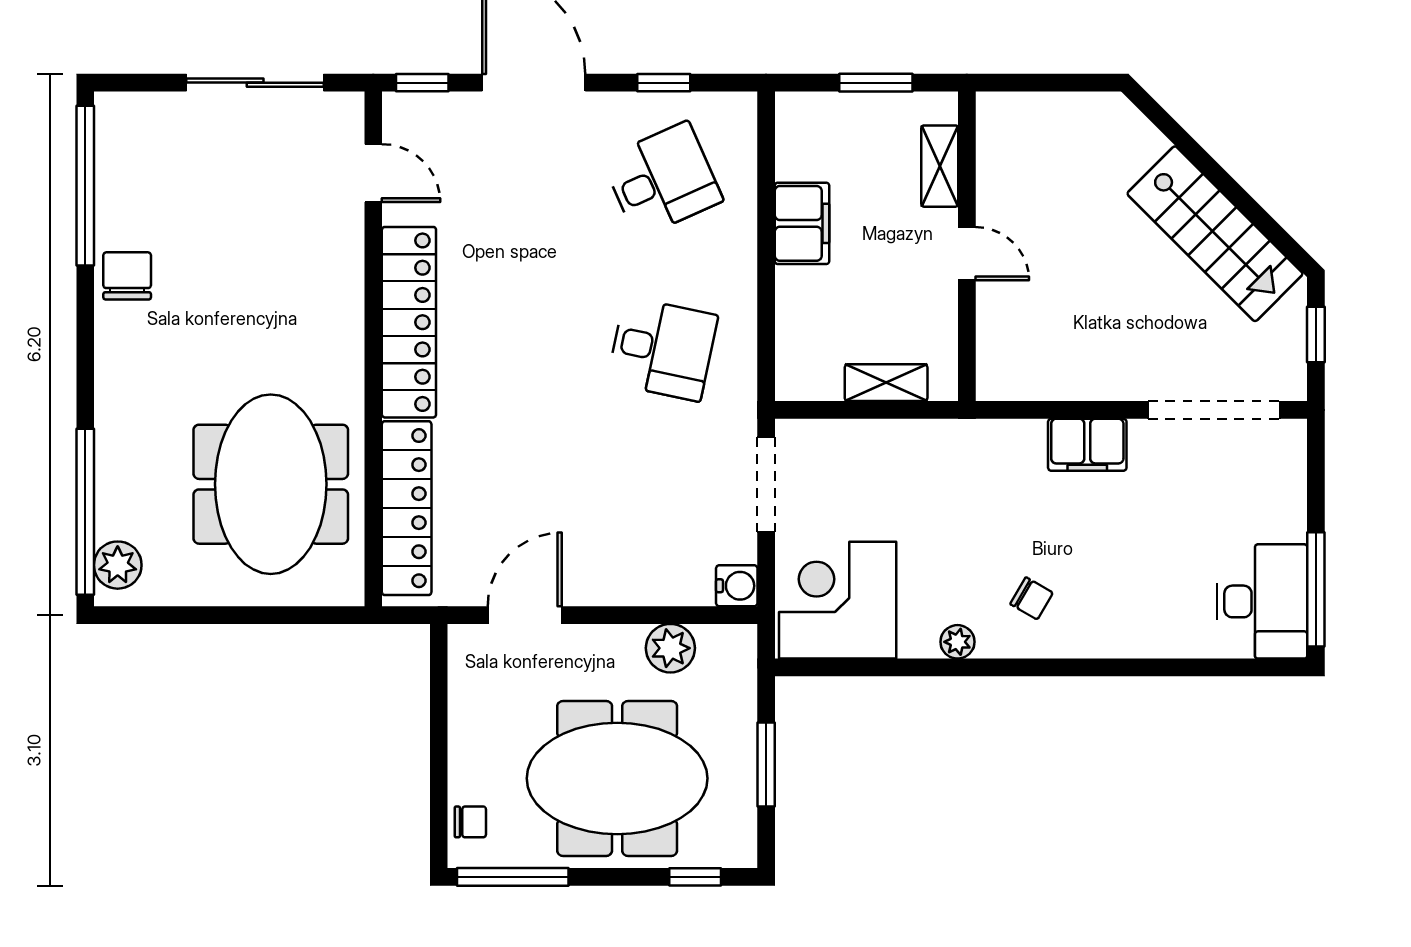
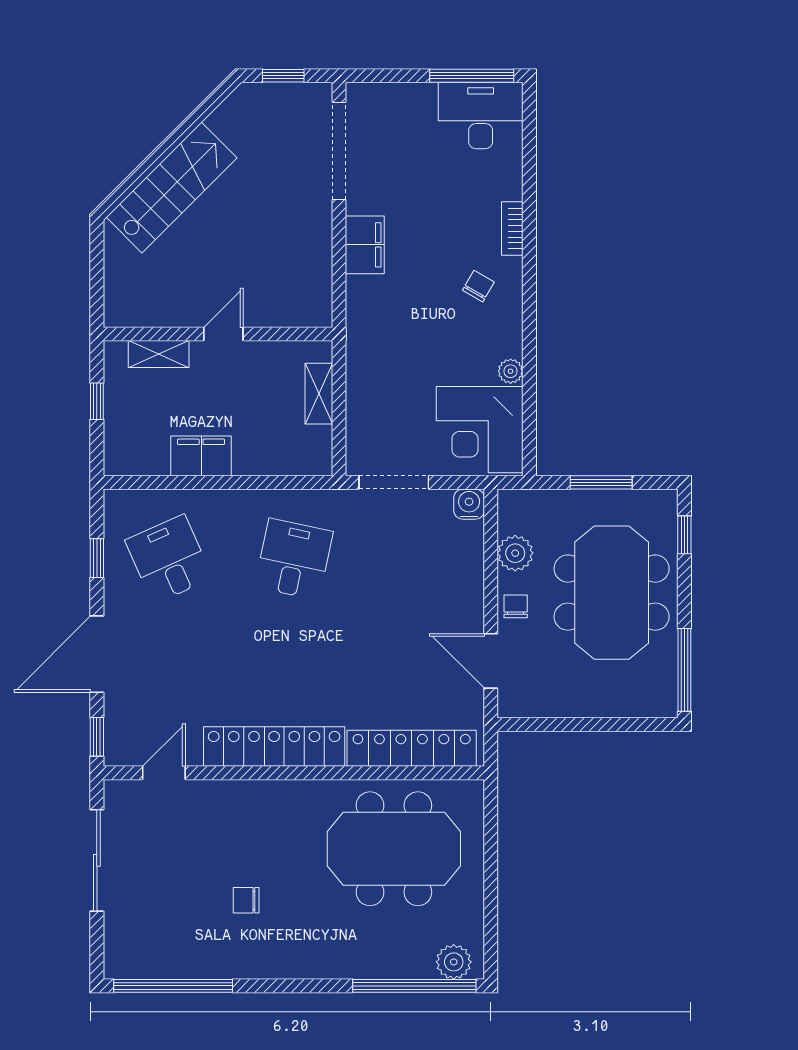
window: (876, 83) -> (97, 401), width x0.67
stairs: (1215, 234) -> (172, 188), moved
chair: (127, 276) -> (246, 900), moved, width x0.73, depth x0.73
plant: (958, 642) -> (511, 371), moved
bookcase: (1109, 644) -> (512, 229), added
chair: (470, 822) -> (516, 606), moved

